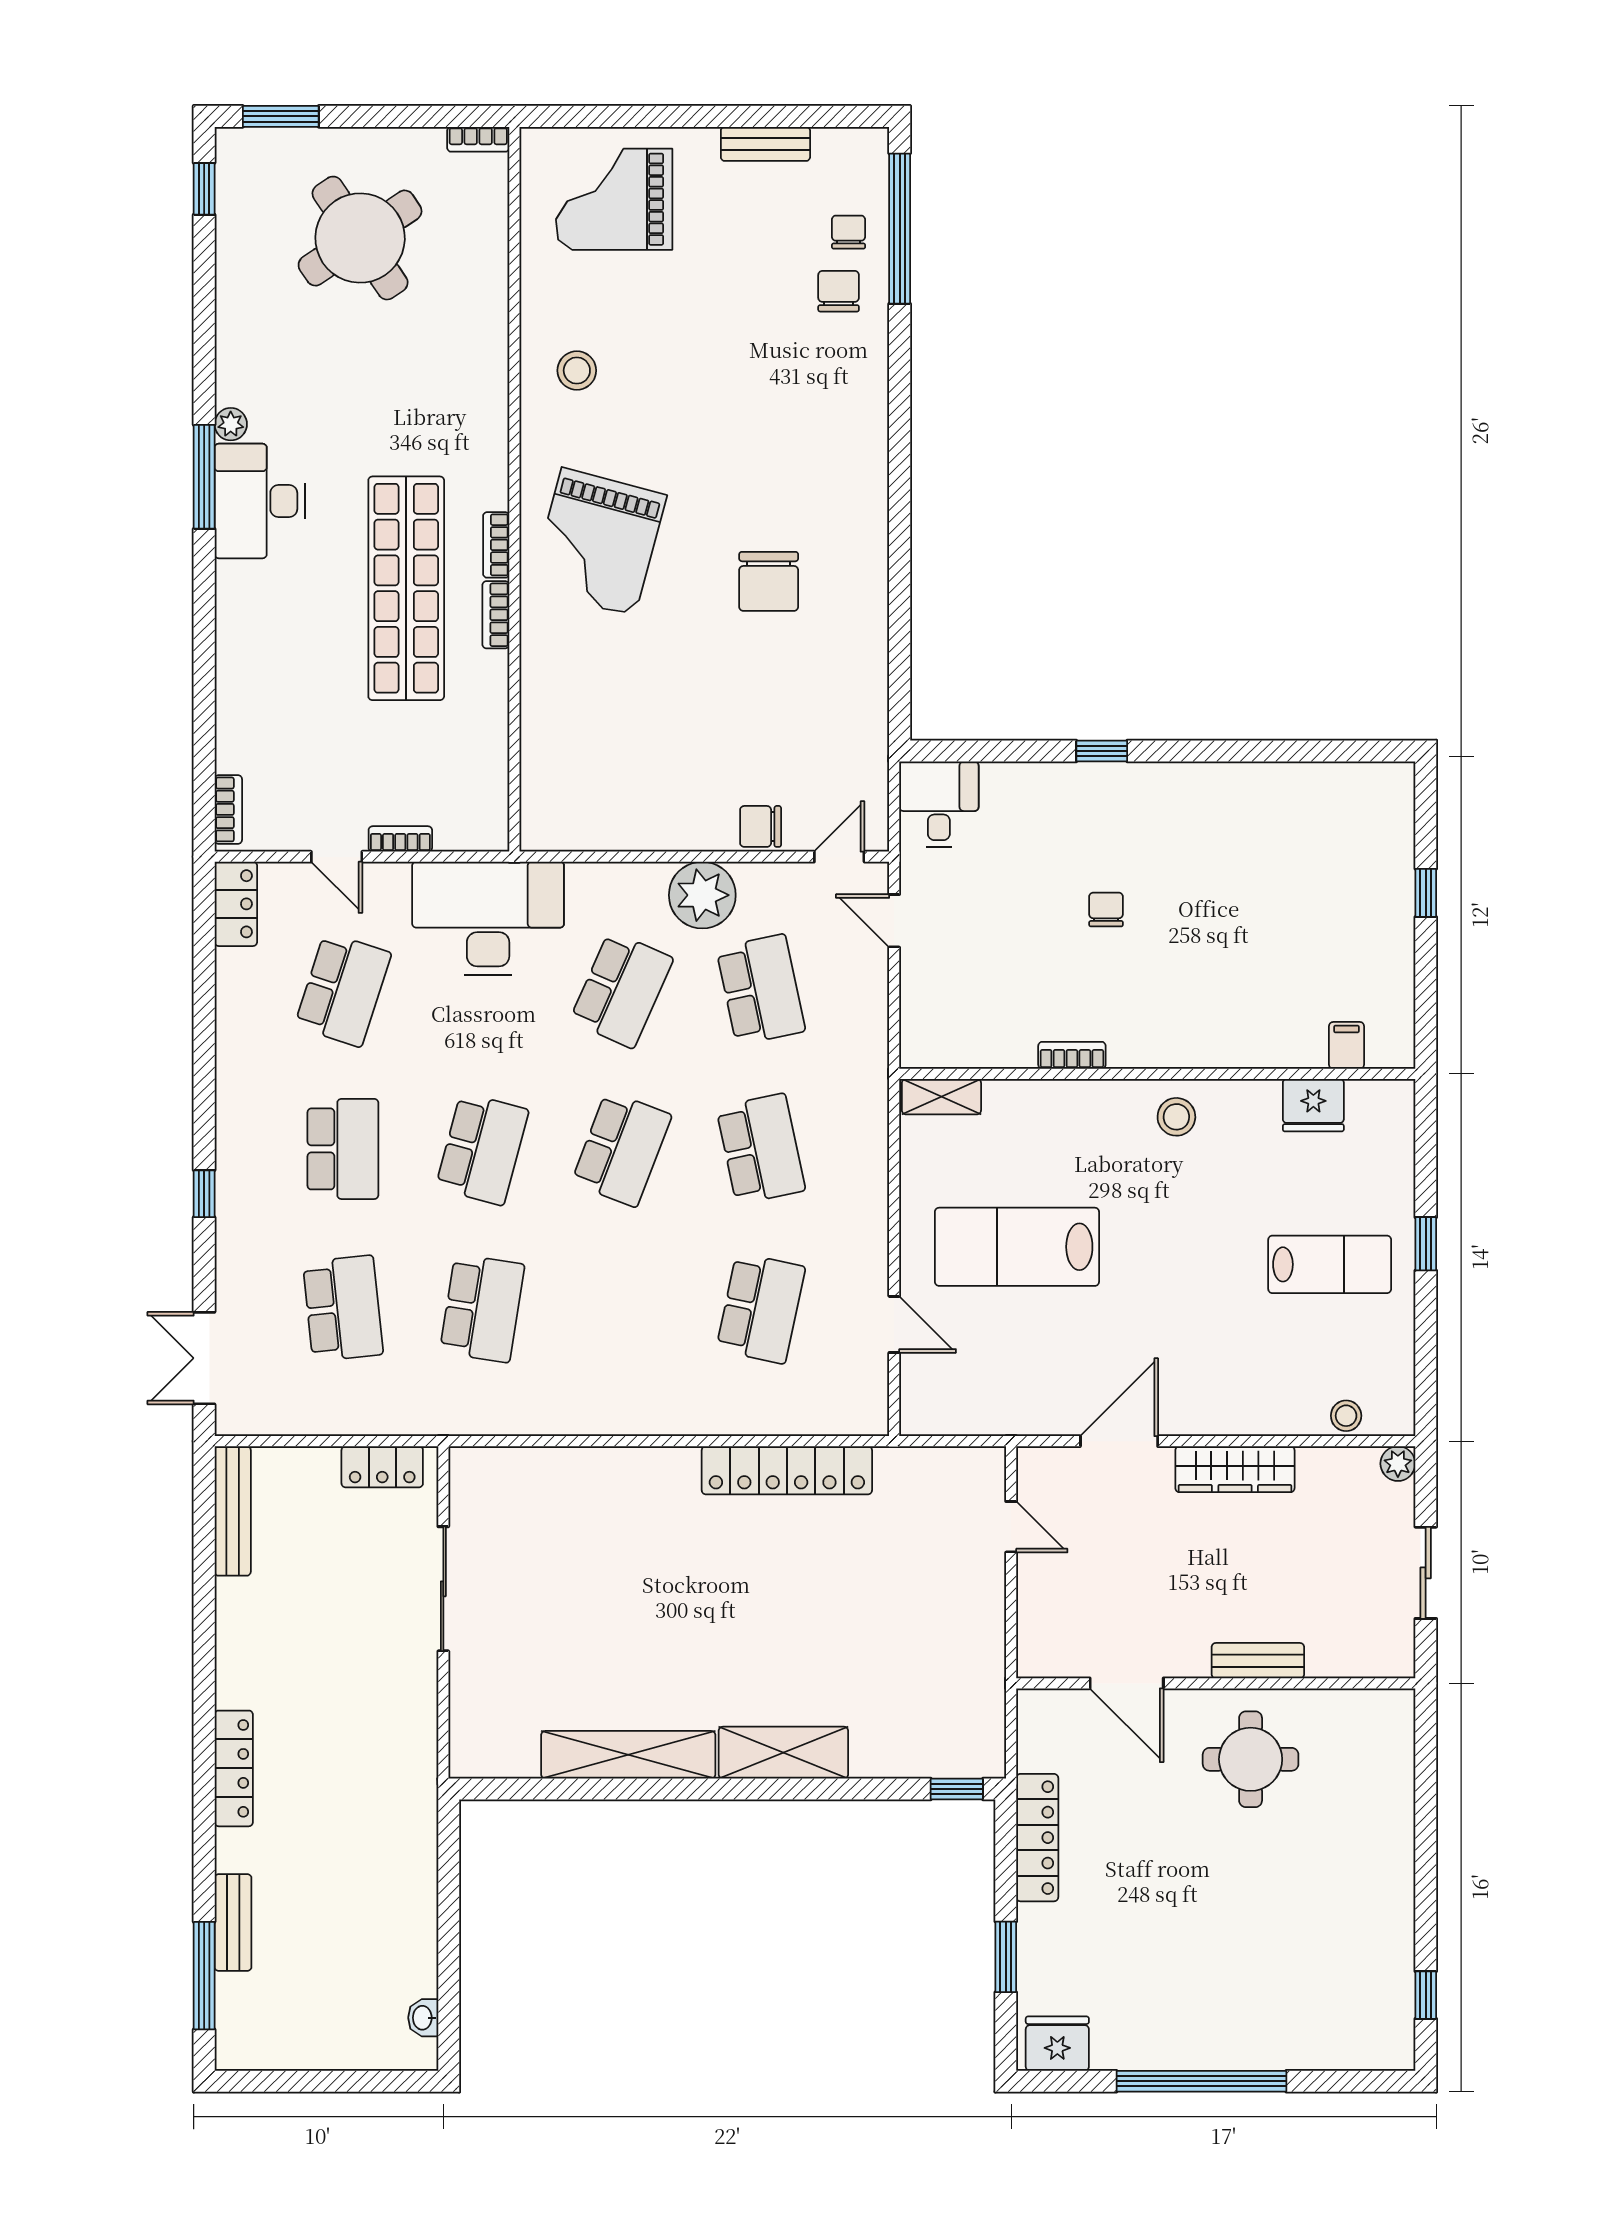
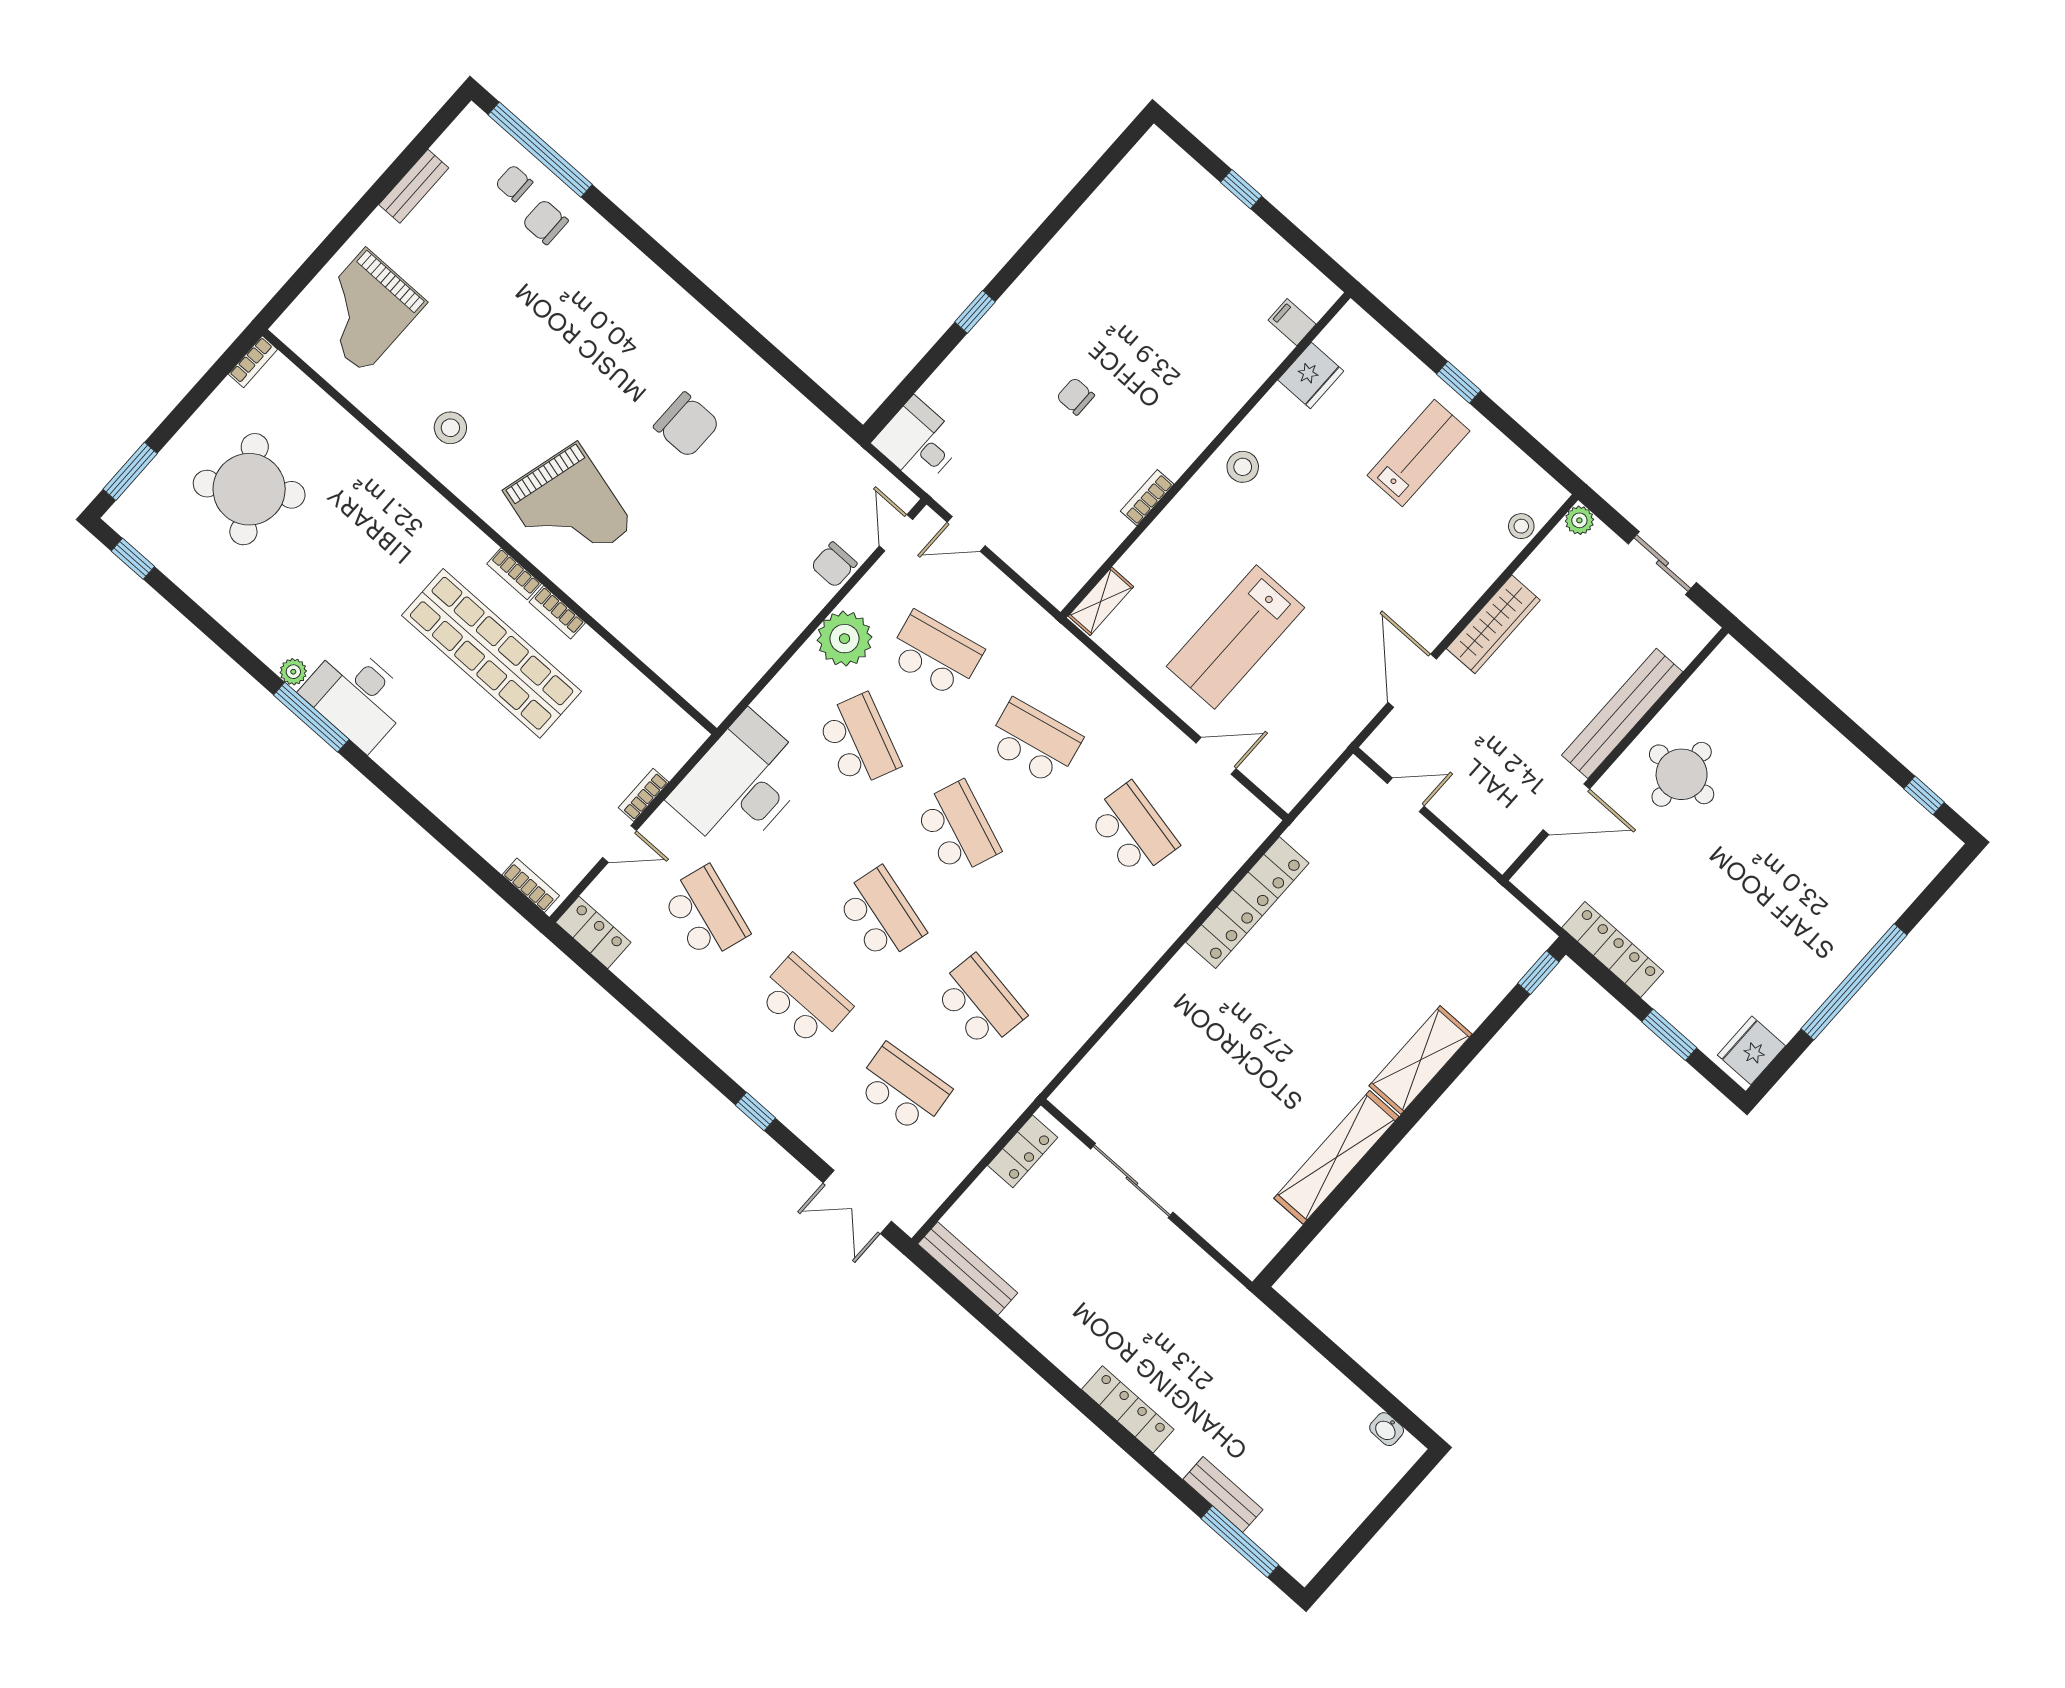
bench: (1258, 1661) -> (1622, 713), width x1.86, depth x1.21

